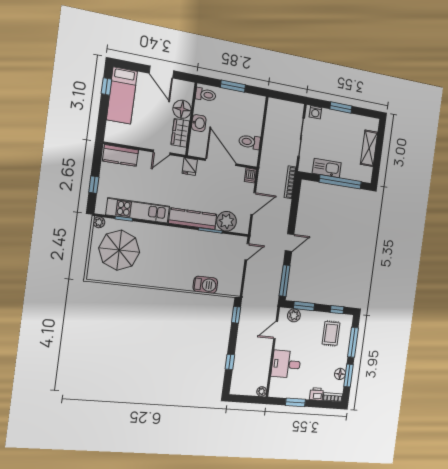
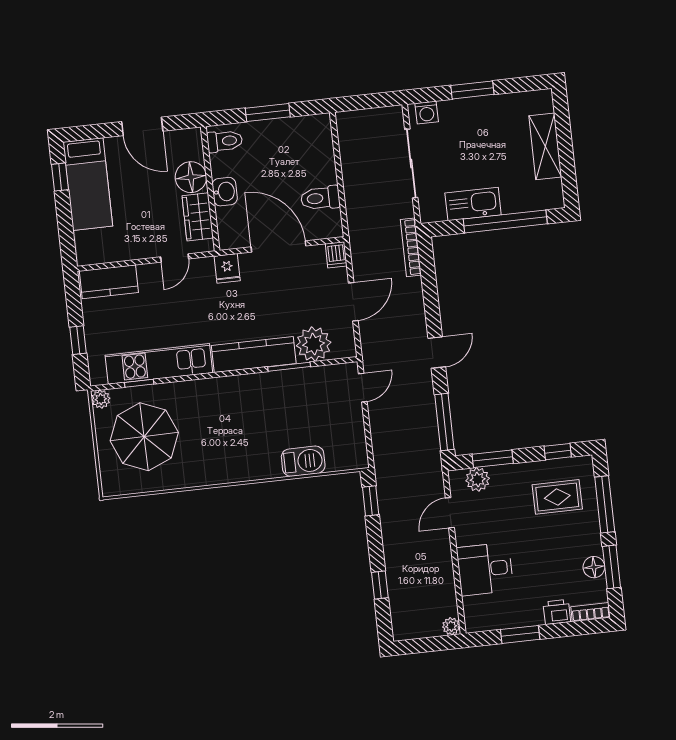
rug: (331, 333) -> (557, 497), turned 90

